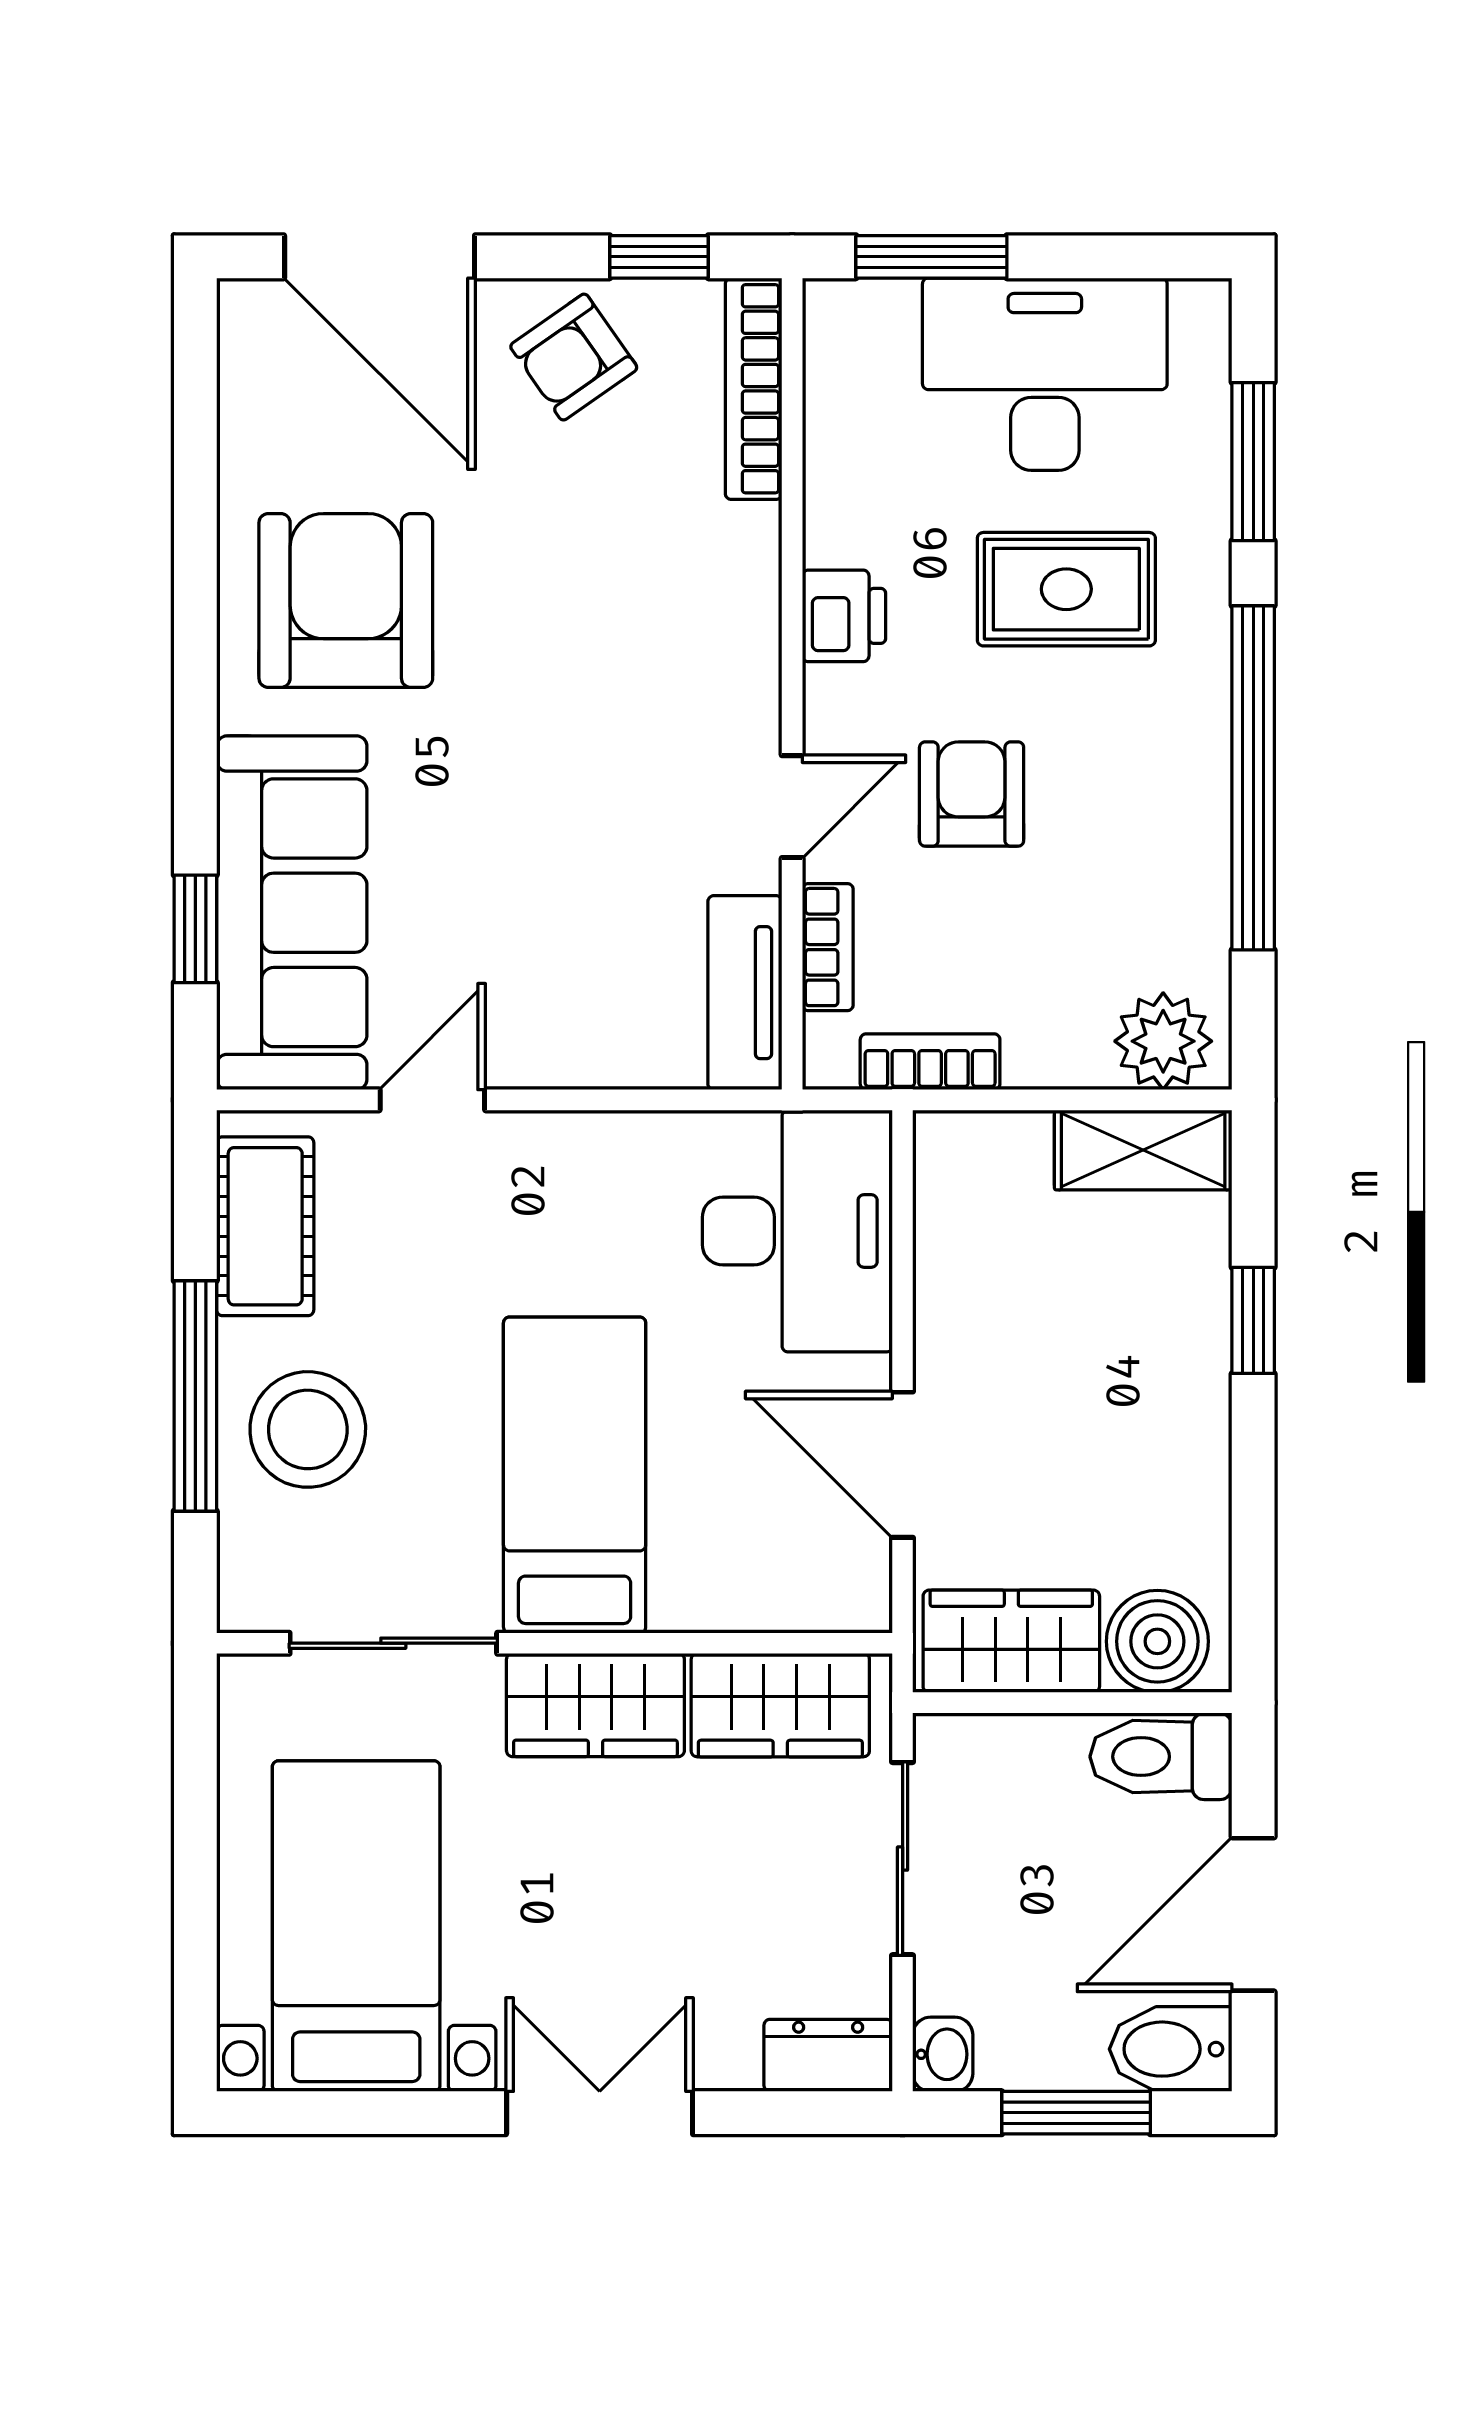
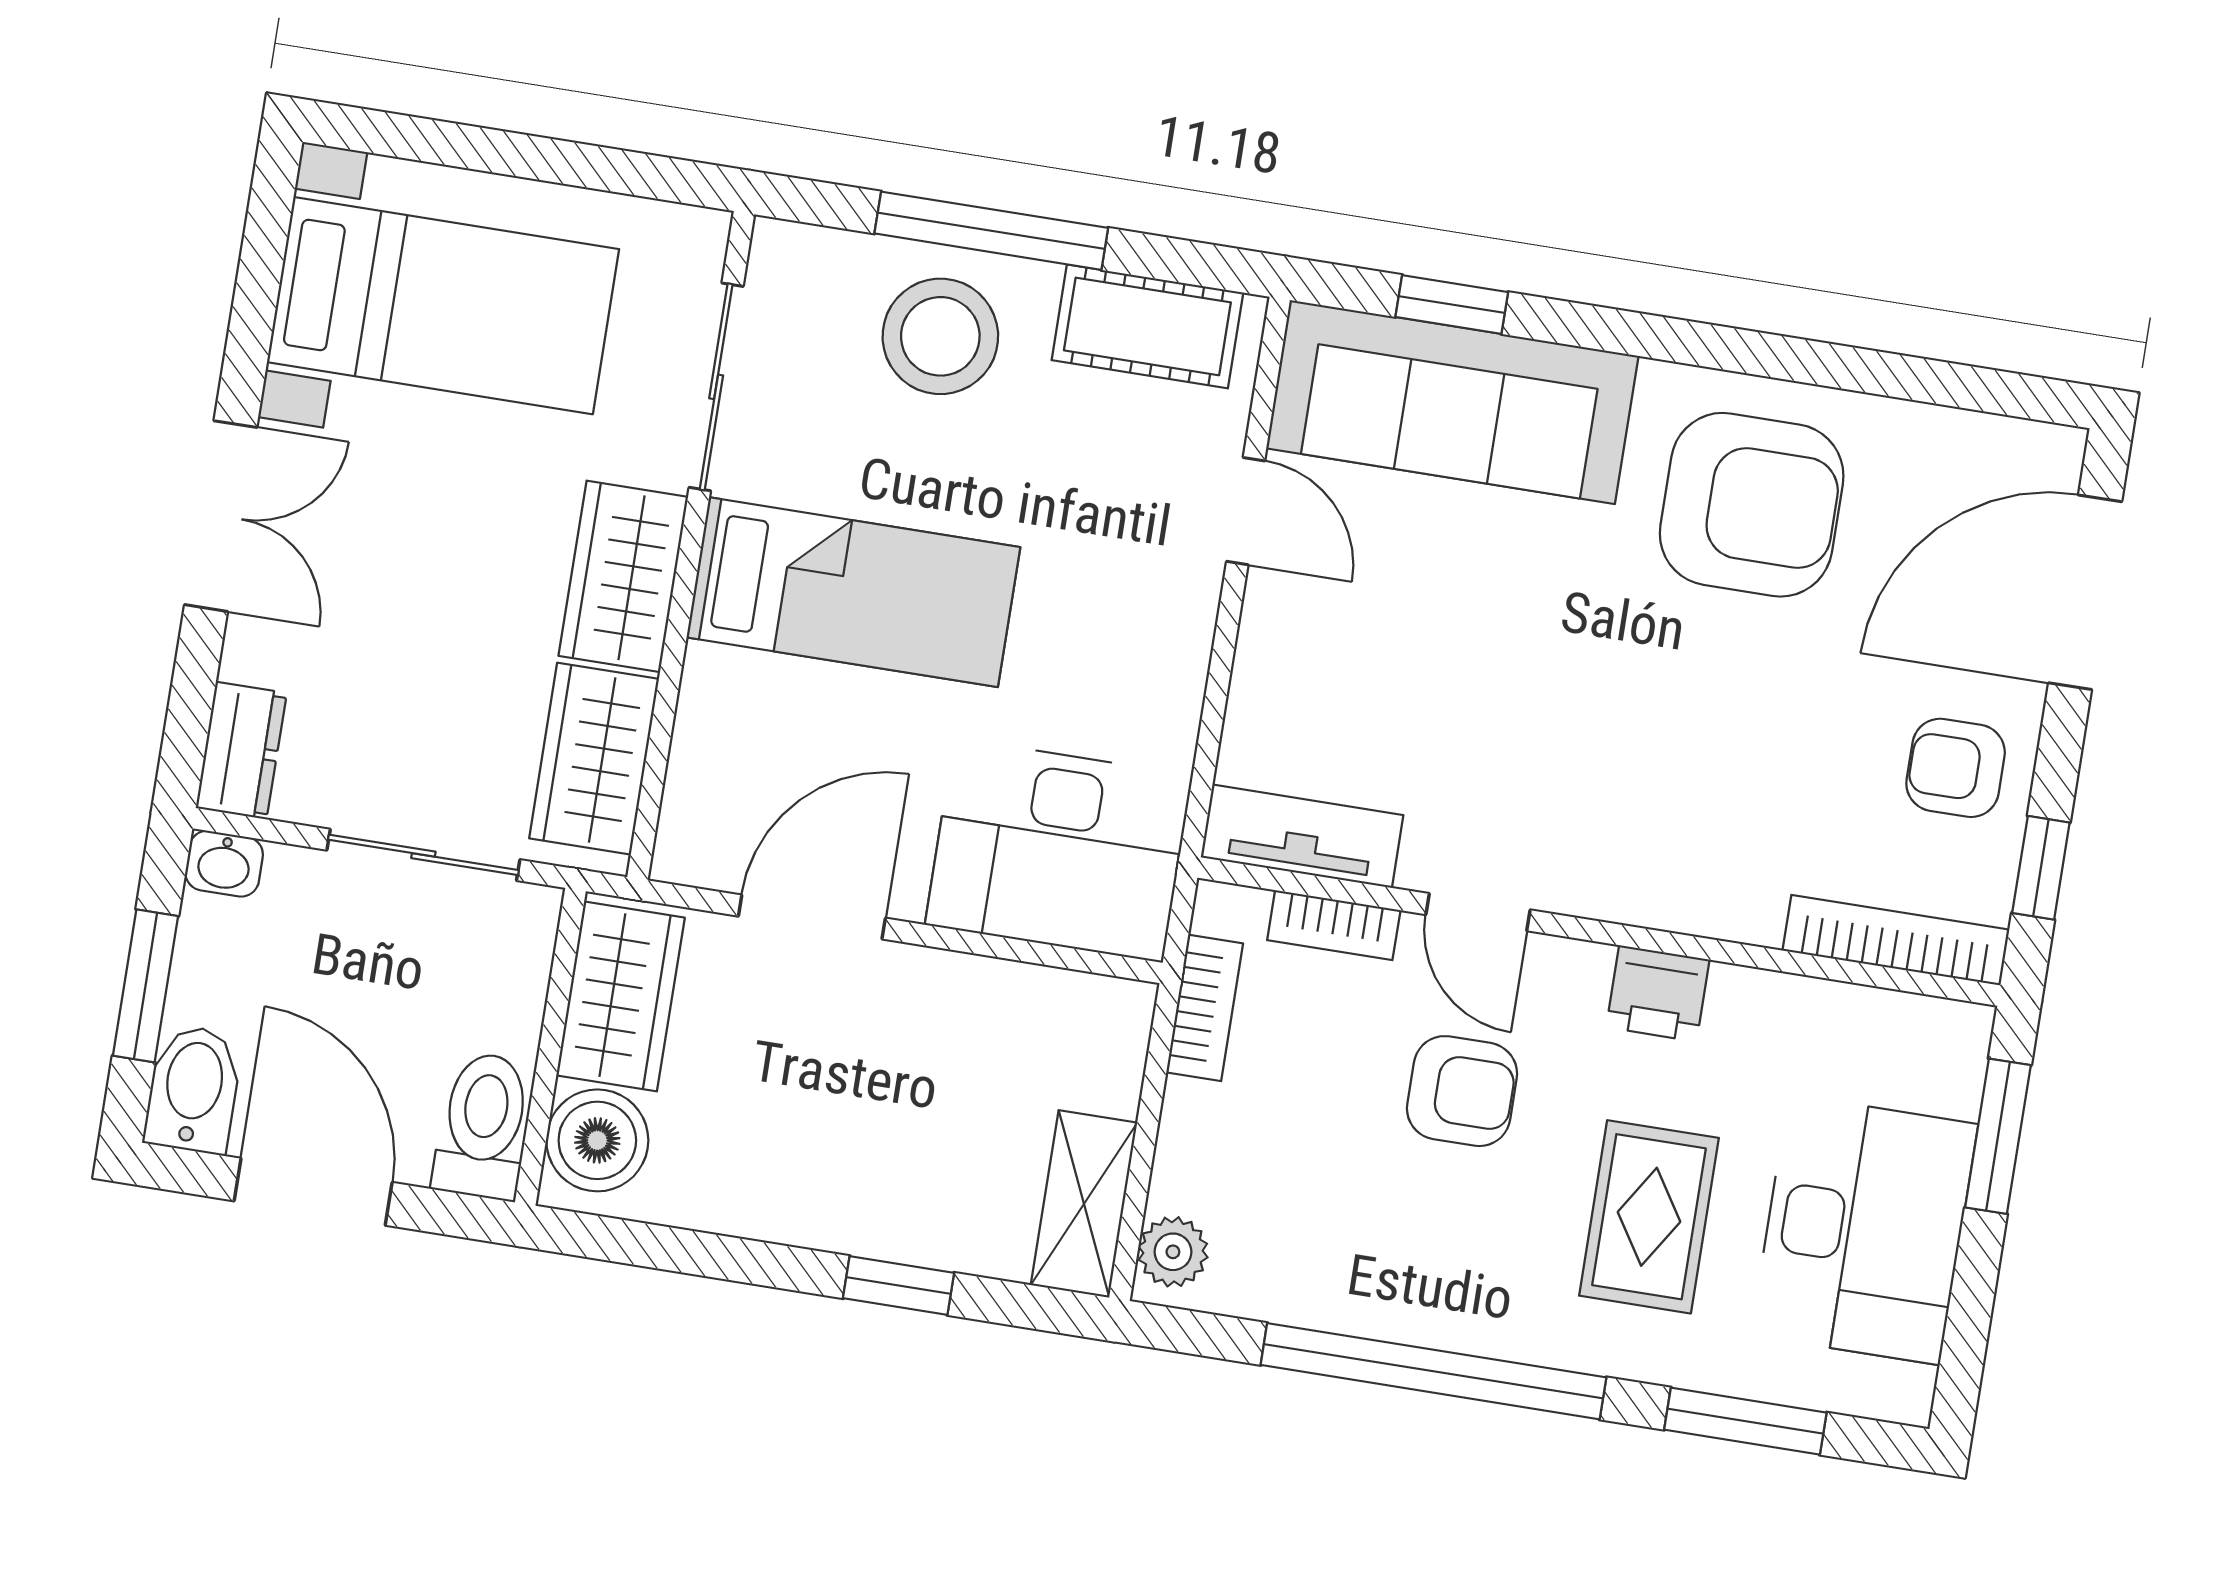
armchair: (574, 357) -> (1956, 768), turned -55
plant: (1163, 1041) -> (1173, 1252), width x0.73, depth x0.73

